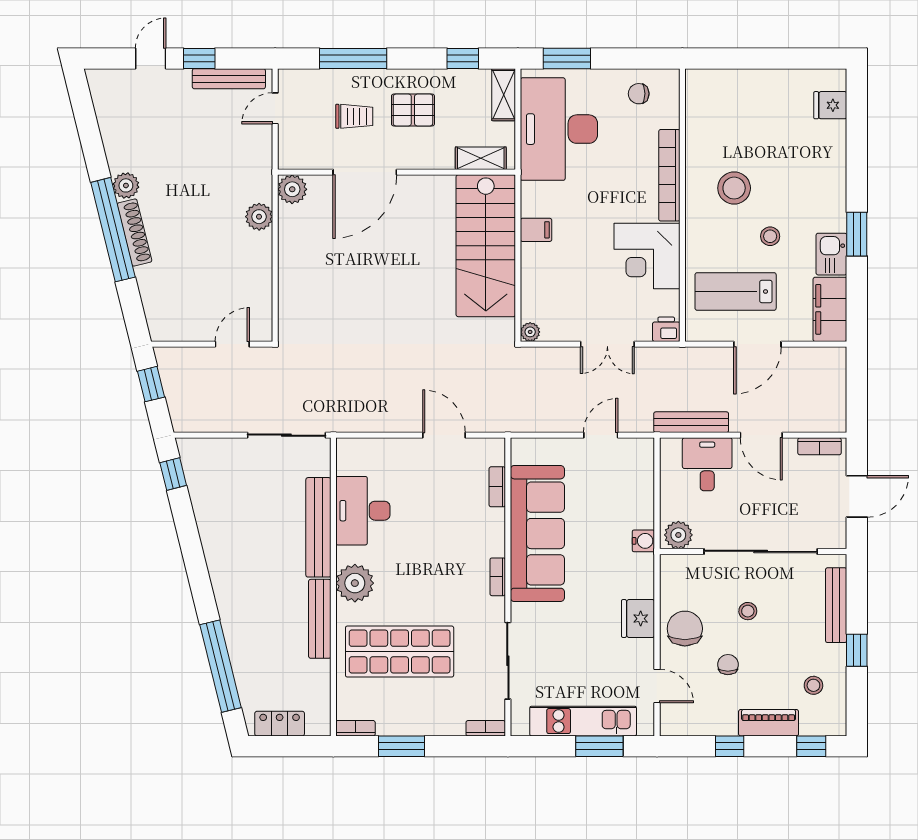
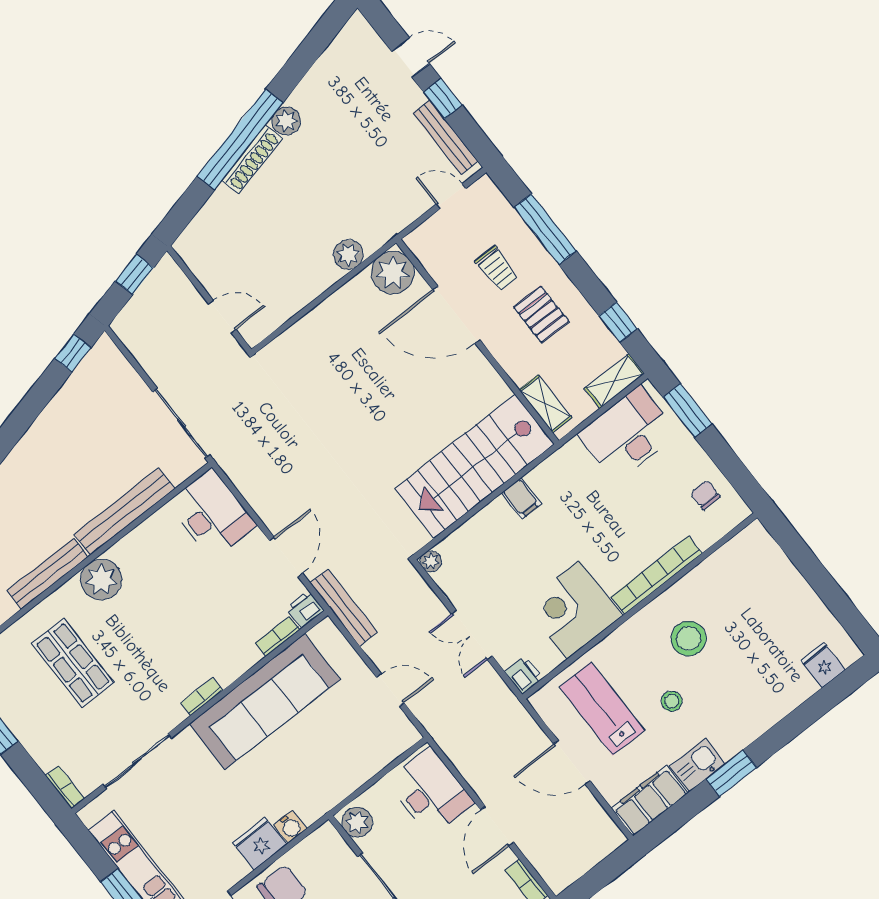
desk: (559, 129) -> (628, 434), width x0.73, depth x0.77
plant: (292, 189) -> (393, 273), width x1.36, depth x1.36
bench: (691, 422) -> (344, 608), moved
printer: (493, 451) -> (305, 609), added
desk: (707, 464) -> (430, 792), width x1.37
desk: (363, 511) -> (212, 514), moved, turned 90
water cooler: (643, 541) -> (290, 827), moved
shop shelf: (400, 652) -> (73, 663), width x0.70, depth x0.74

